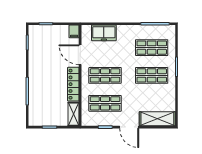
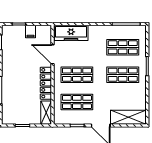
filing cabinet: (74, 31) -> (30, 31), moved
freezer: (104, 33) -> (71, 33), width x1.40

